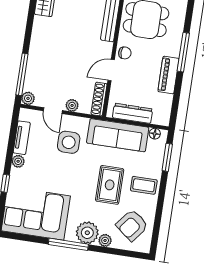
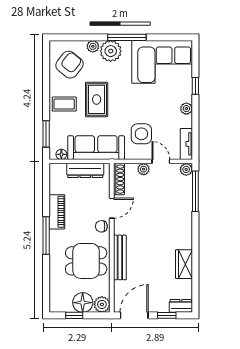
tv unit: (22, 138) -> (186, 144), moved

